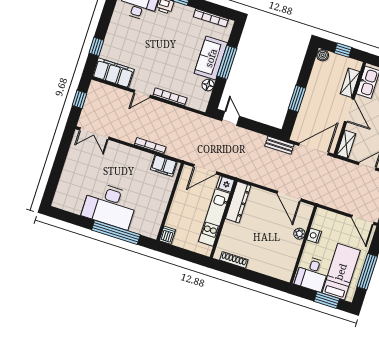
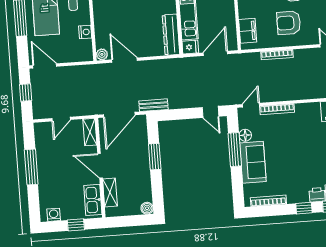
window: (343, 50) -> (129, 221), removed
window: (227, 62) -> (235, 150), moved
door: (142, 94) -> (251, 105), moved
filing cabinet: (164, 166) -> (248, 31), moved, turned 90
armchair: (128, 170) -> (289, 23), added
plant: (299, 234) -> (102, 54), moved

